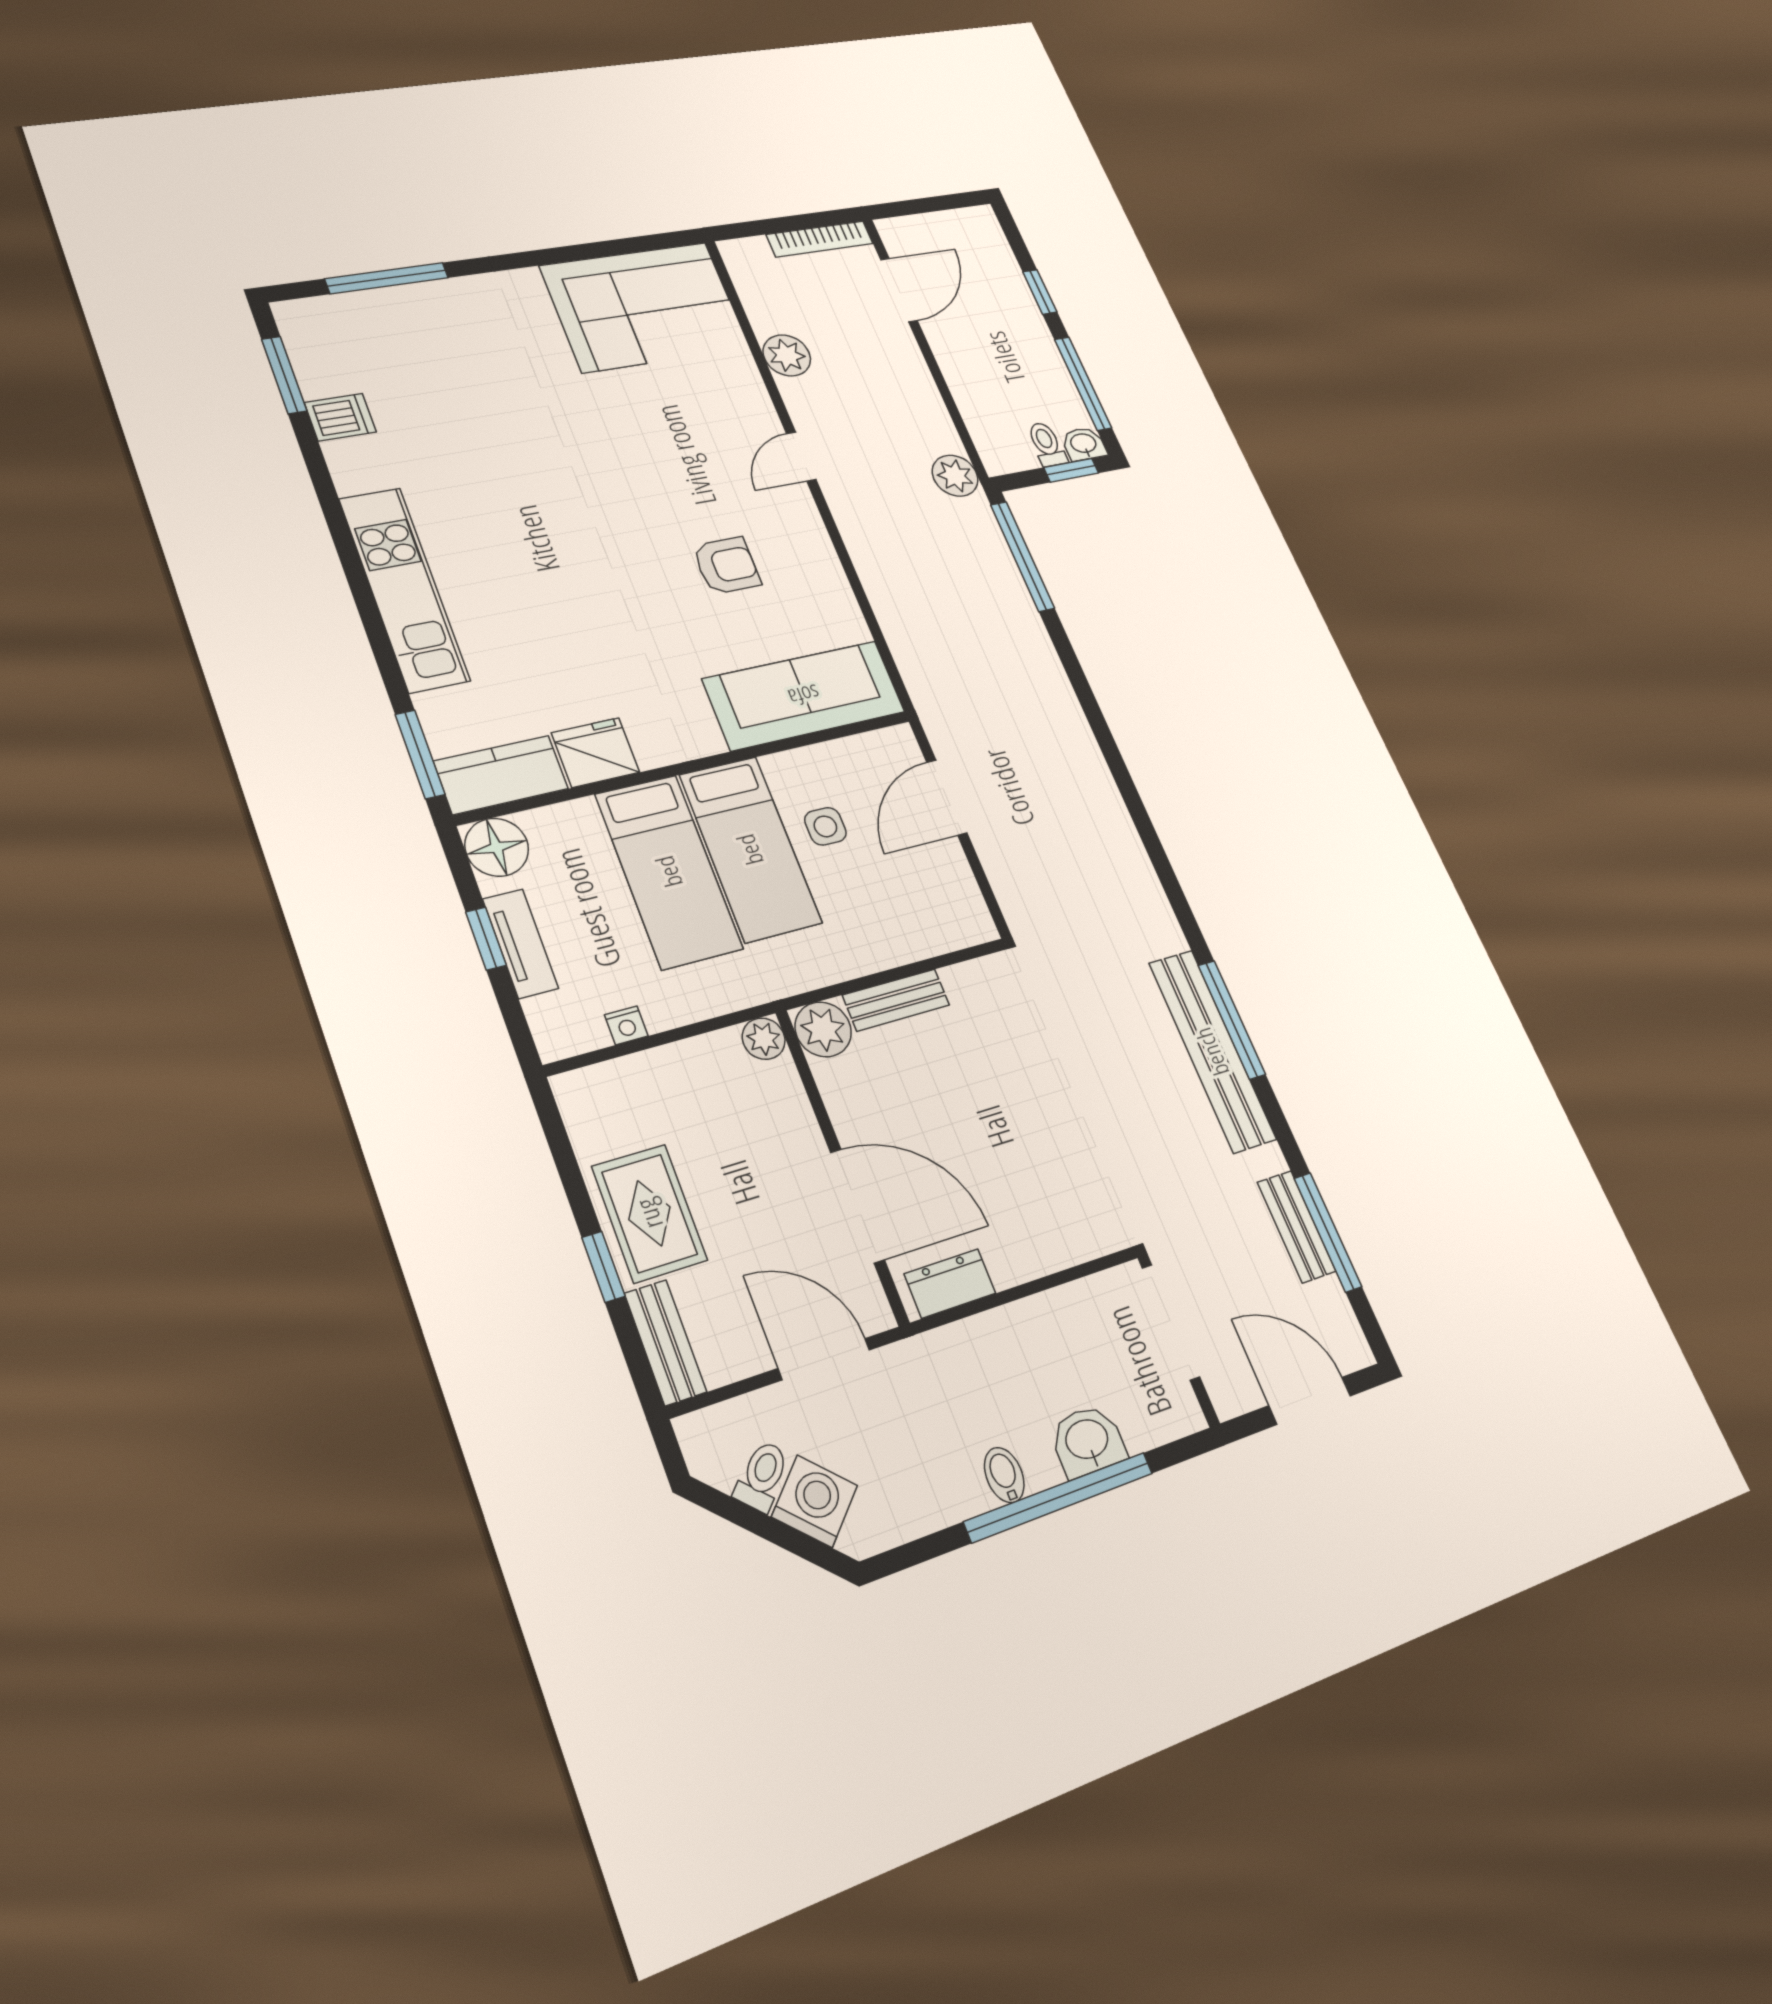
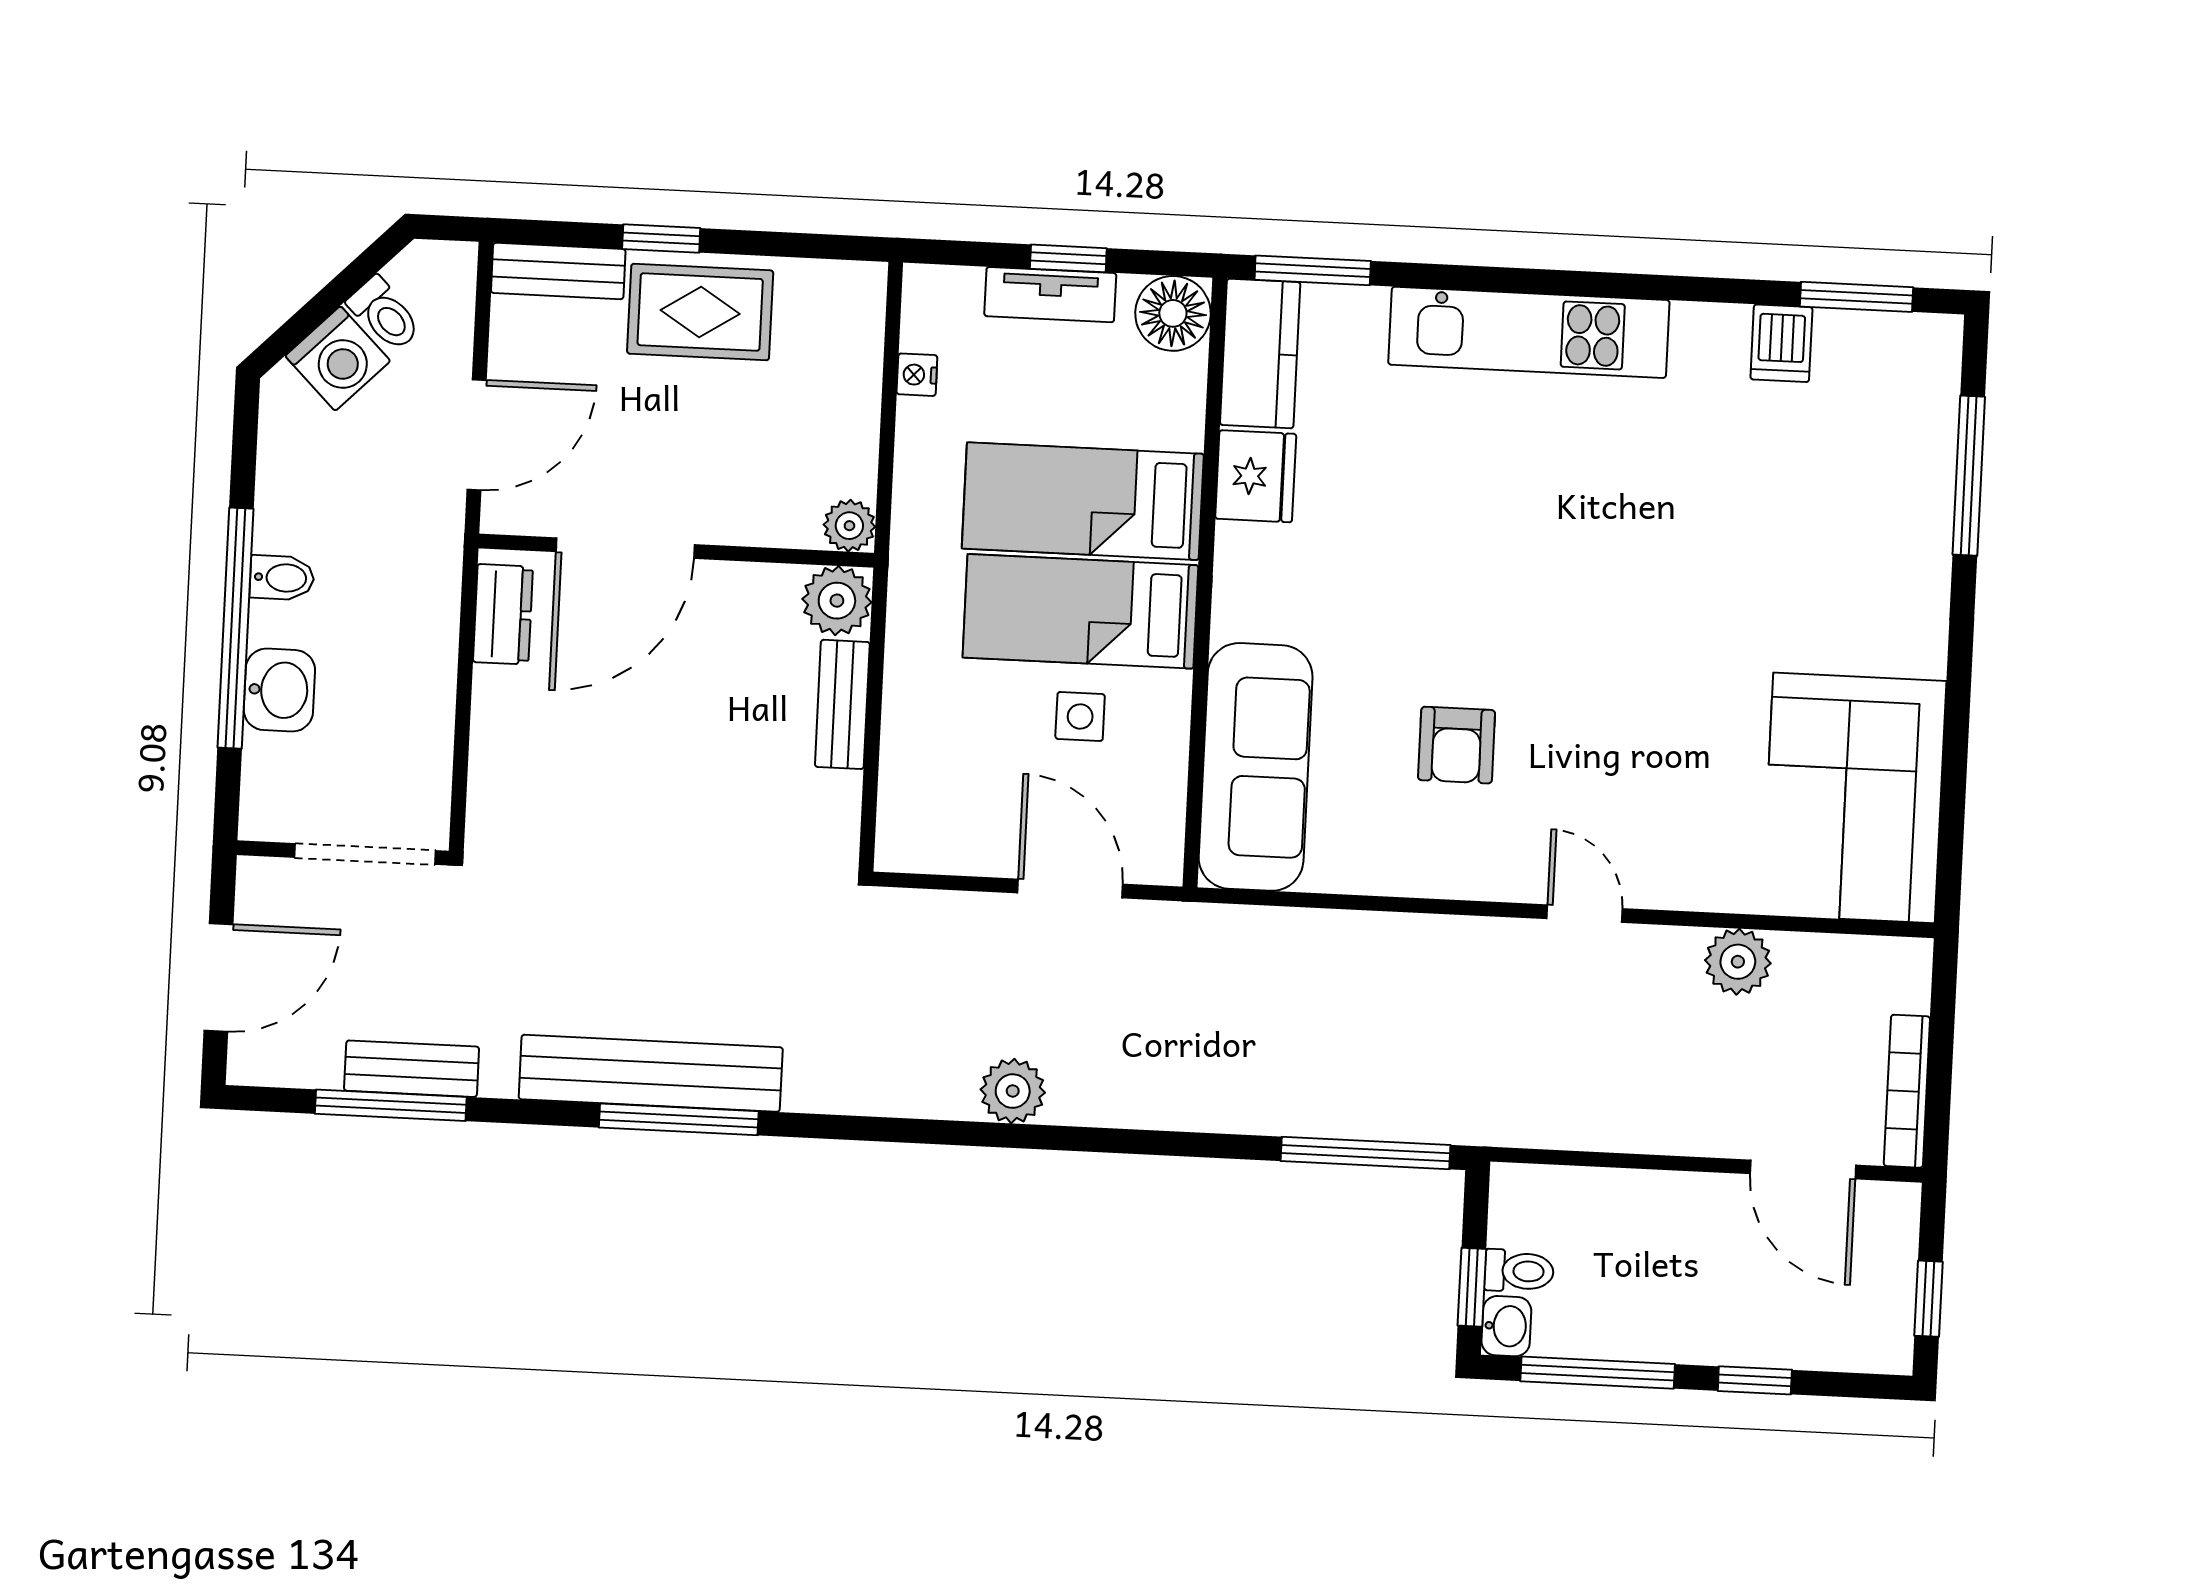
window: (940, 203) -> (1928, 1299), added
plant: (955, 476) -> (1013, 1091), moved

